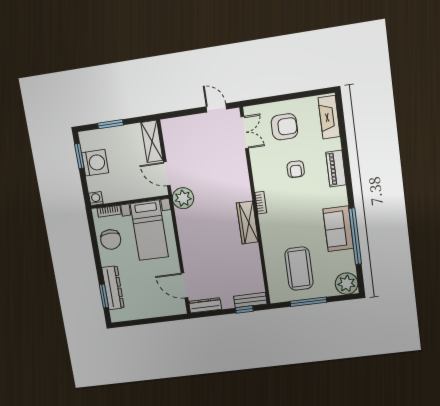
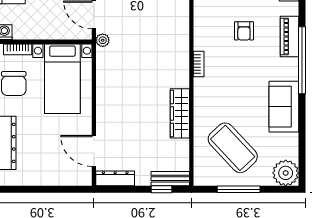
plant: (183, 198) -> (103, 40), width x0.53, depth x0.53
wardrobe: (247, 223) -> (180, 113), moved
window: (355, 236) -> (302, 60), moved
coffee table: (299, 269) -> (233, 148), turned -43

